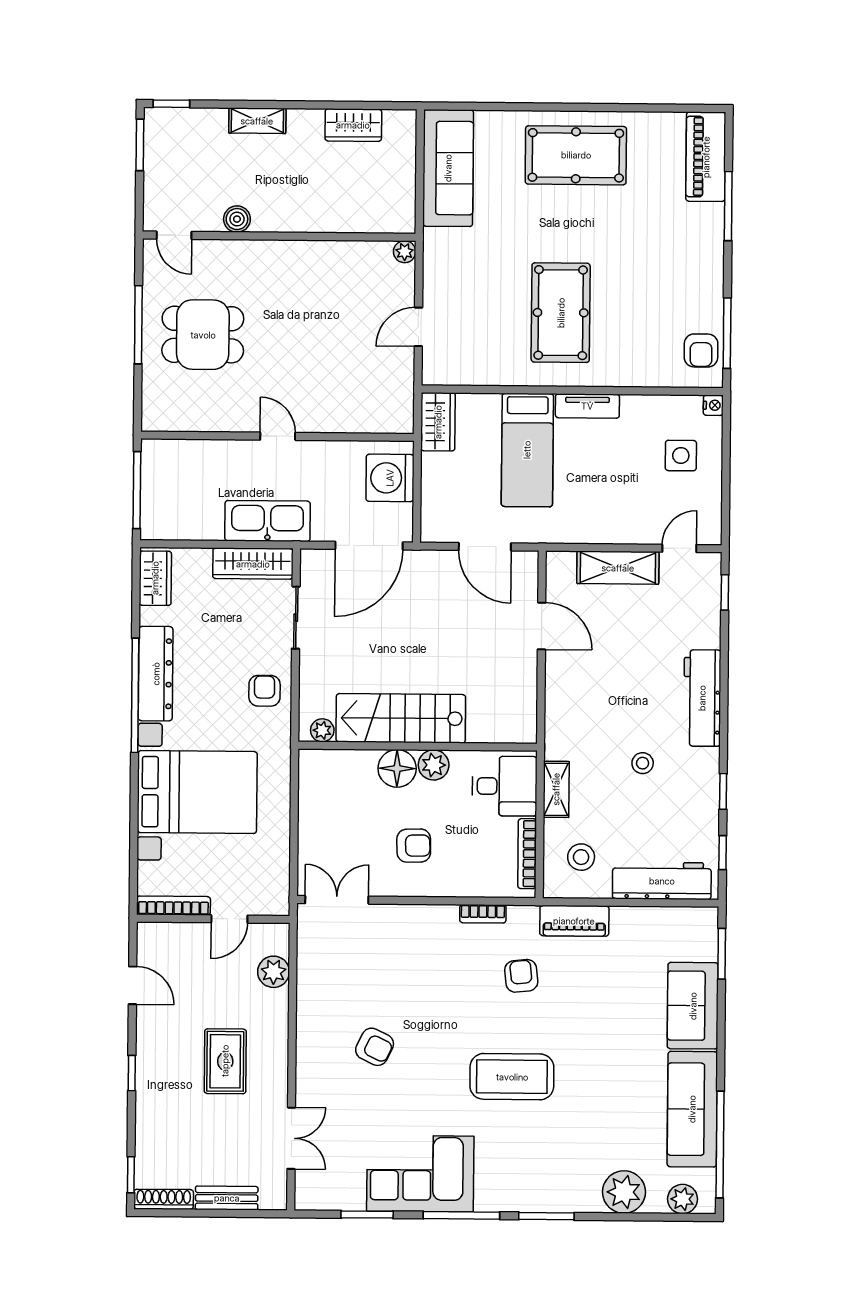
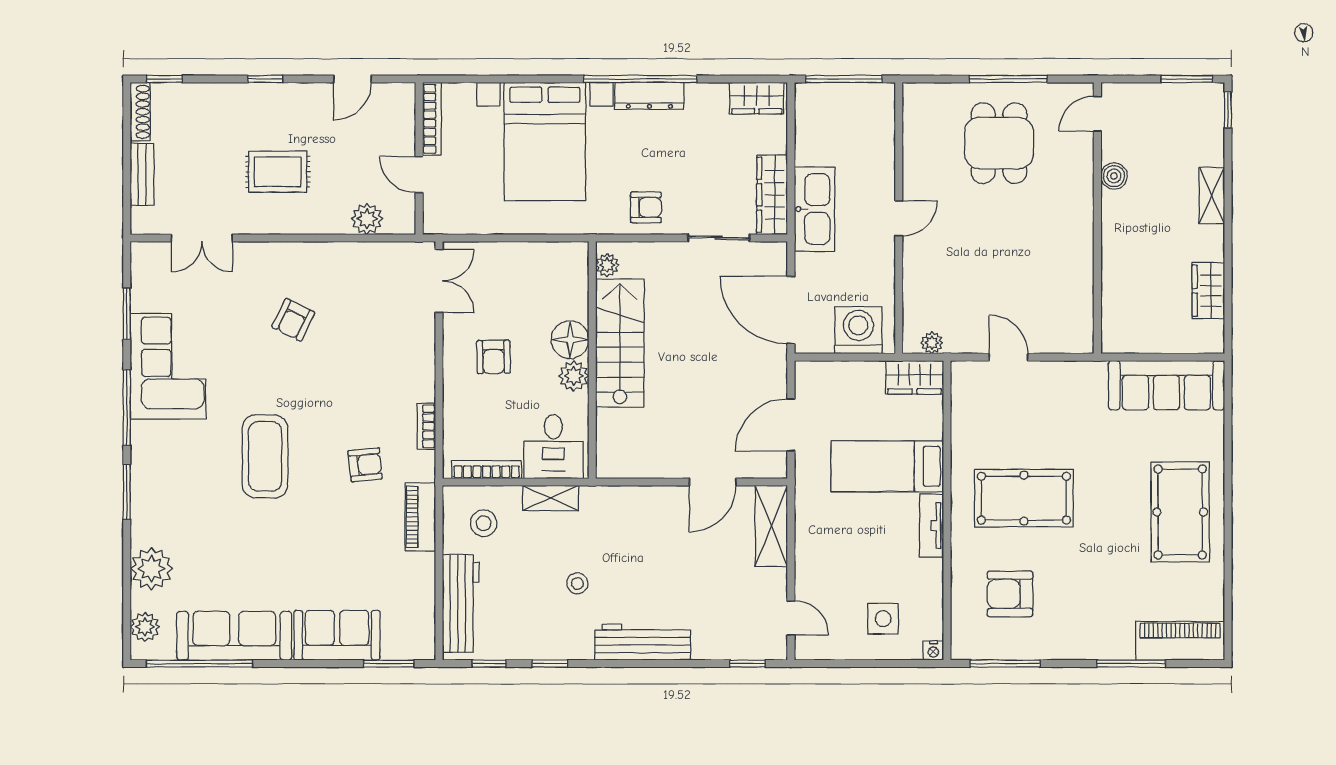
plant: (405, 252) -> (932, 343), moved
armchair: (701, 350) -> (1010, 594), moved, width x1.38, depth x1.38
shelving: (618, 568) -> (771, 526), moved
dresser: (156, 674) -> (649, 96), width x0.73, depth x0.80

